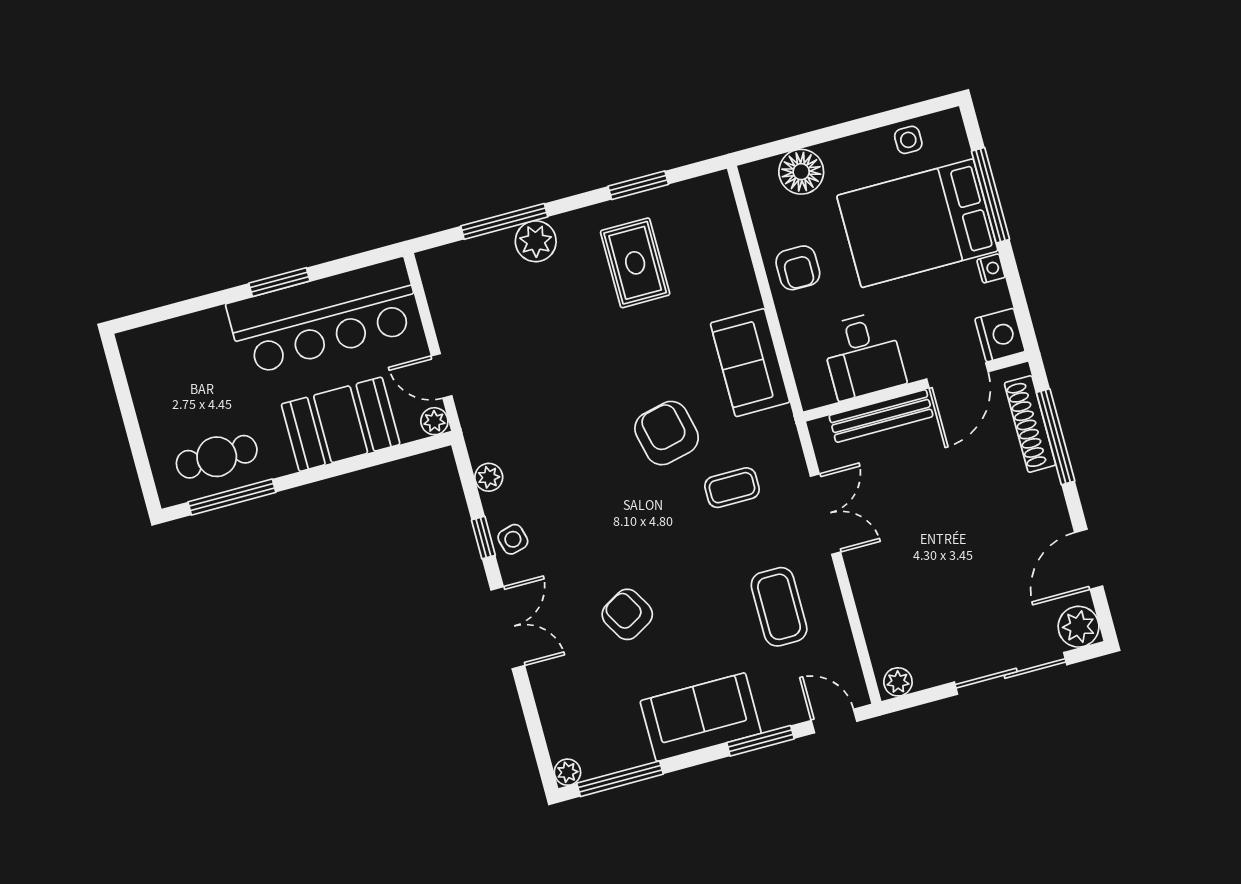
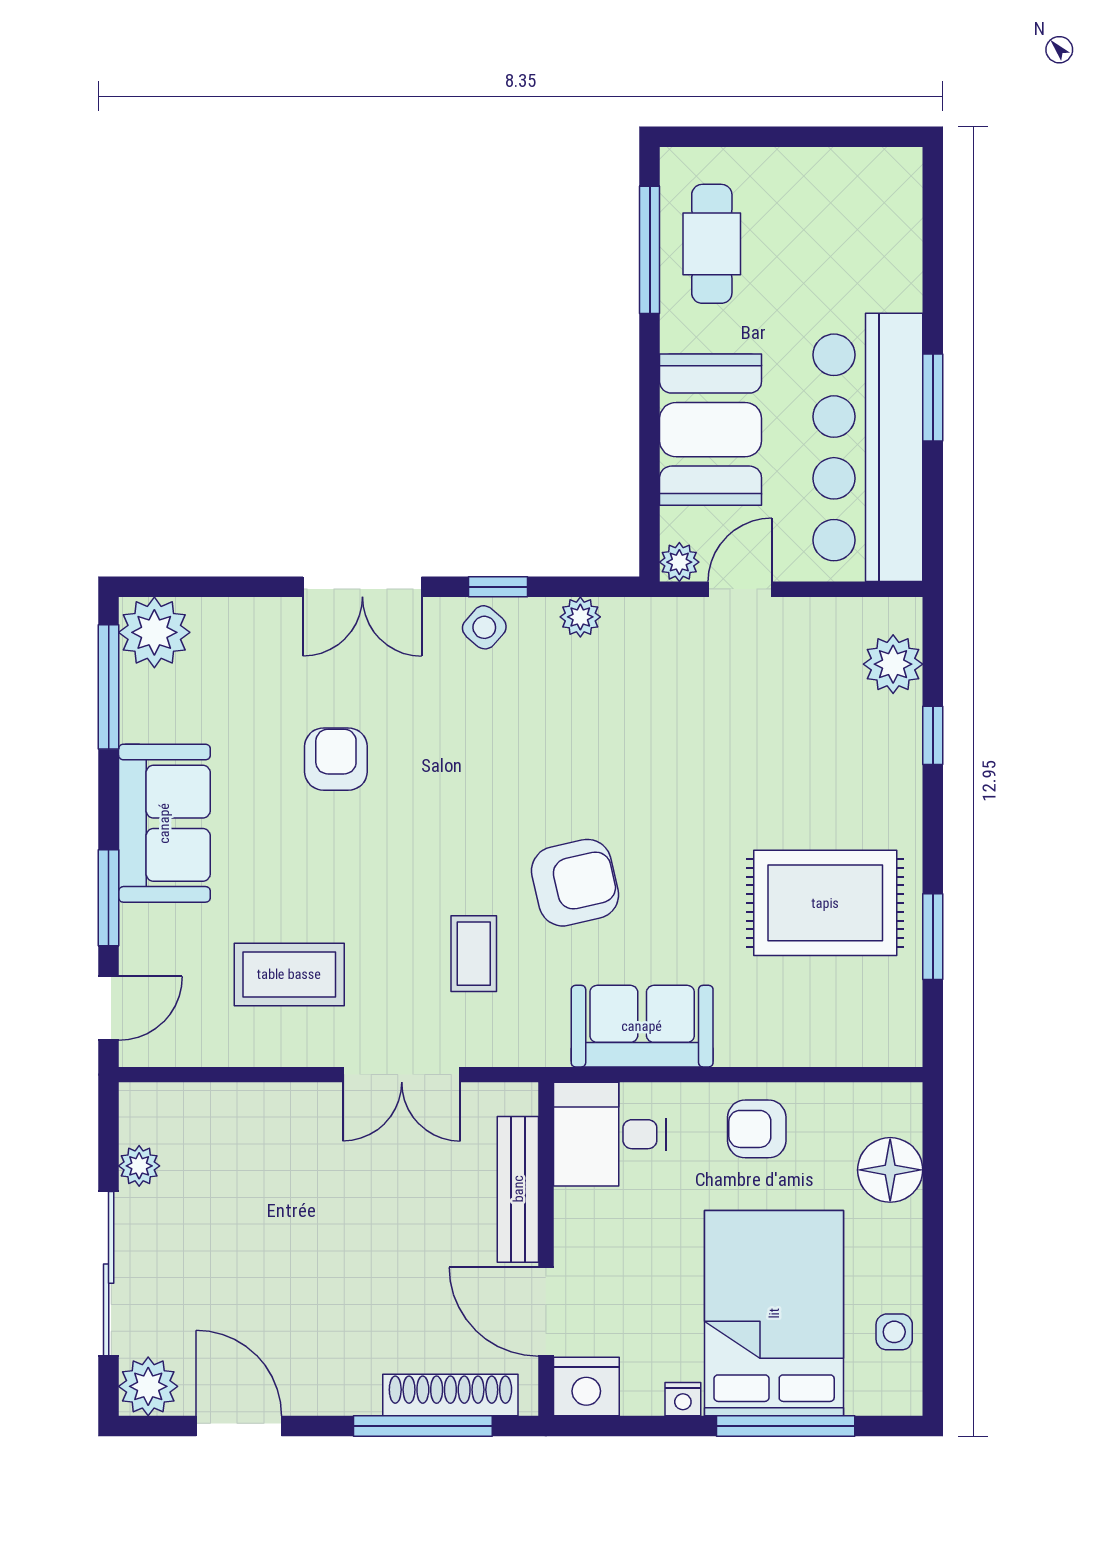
window: (504, 221) -> (933, 735), width x0.46
plant: (536, 241) -> (893, 664), moved
rug: (635, 263) -> (825, 903), width x1.36, depth x1.43
desk: (863, 355) -> (610, 1134), moved
side table: (513, 539) -> (484, 627), turned -34
armchair: (627, 614) -> (336, 759), turned -60
plant: (898, 682) -> (139, 1166), moved
plant: (567, 772) -> (154, 632), width x1.88, depth x1.88

